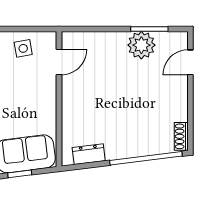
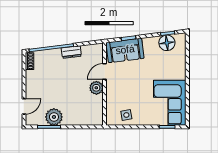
door: (59, 62) -> (104, 72), moved
plant: (72, 93) -> (96, 88), added
dresser: (89, 154) -> (71, 52), moved

